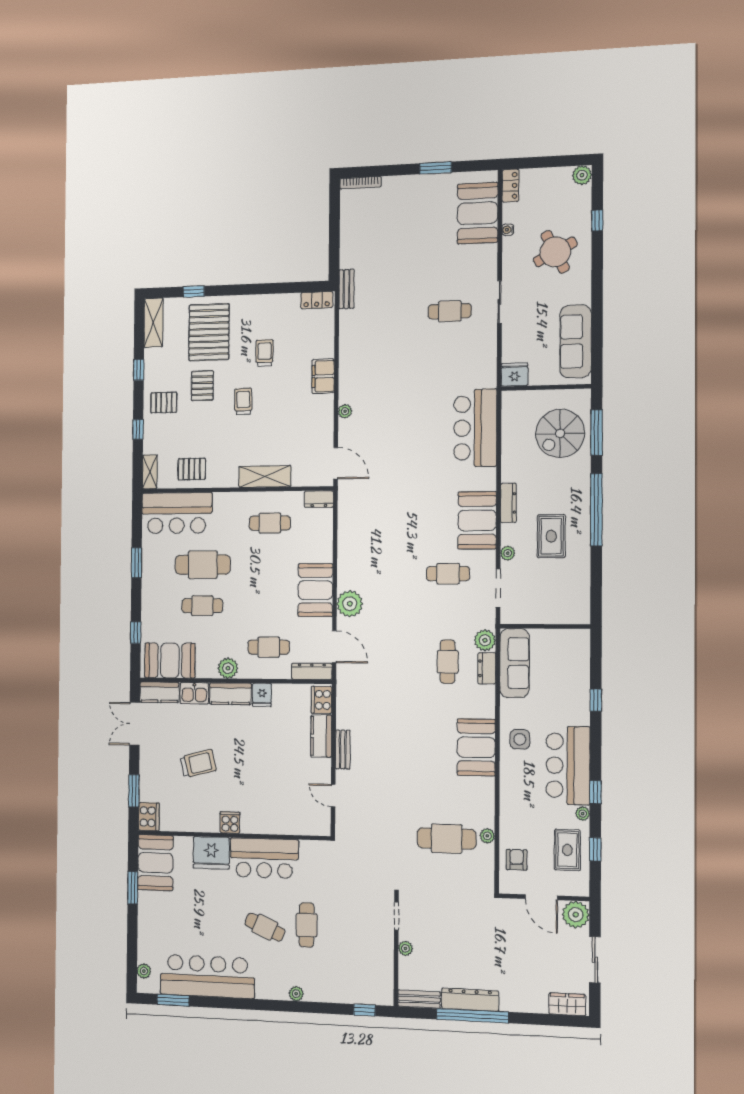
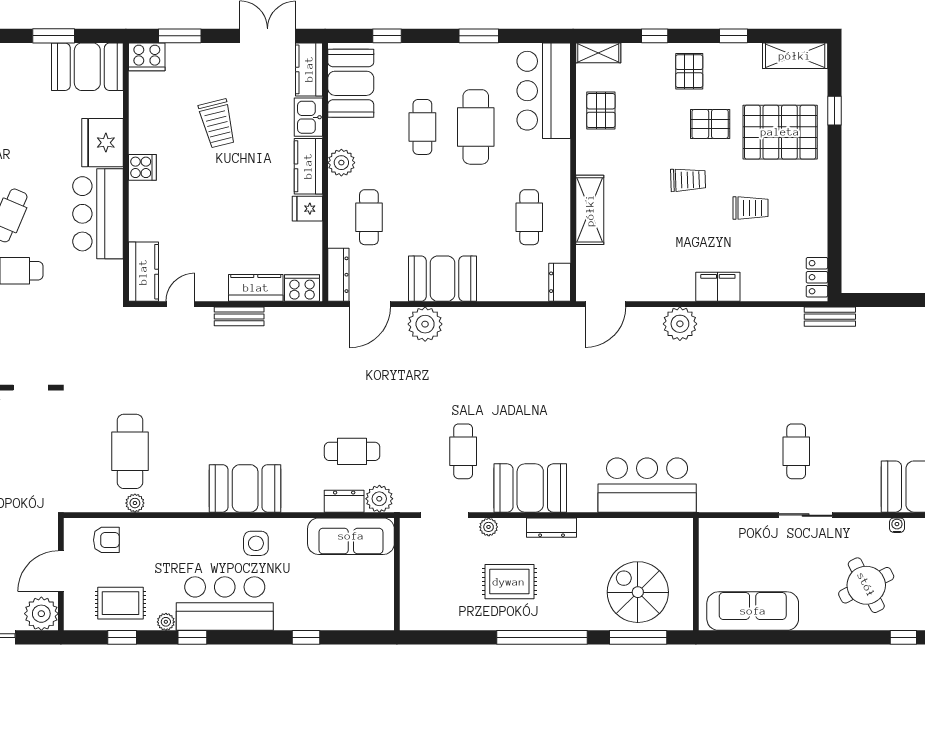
fridge: (515, 375) -> (713, 535), removed
plant: (345, 411) -> (680, 324), width x1.88, depth x1.88
kitchen counter: (308, 824) -> (143, 272), added

